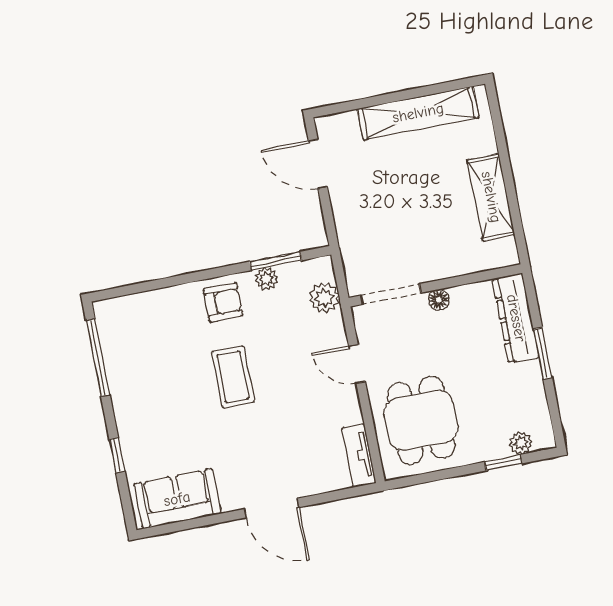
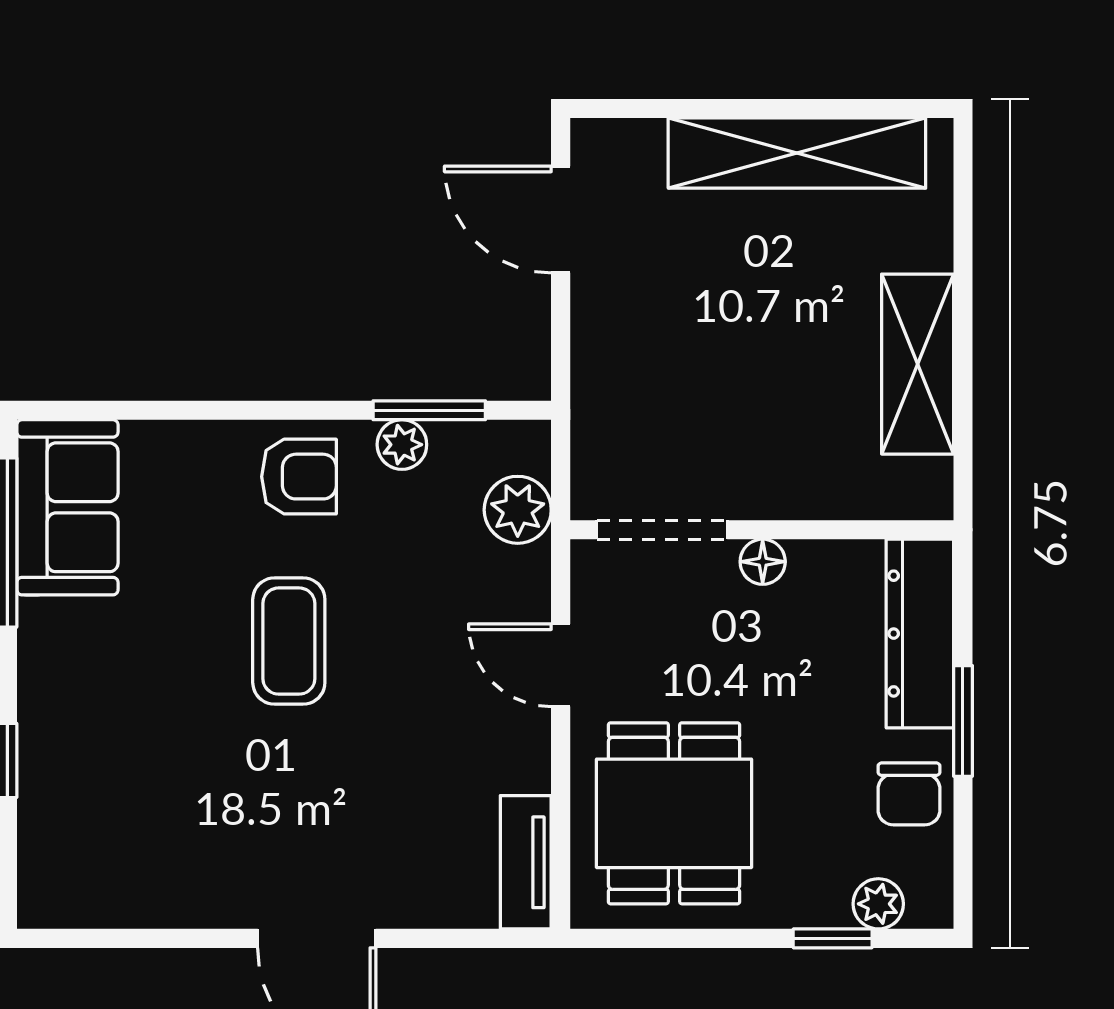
chair: (525, 391) -> (909, 794), added
sofa: (177, 499) -> (67, 507), moved, turned 90

